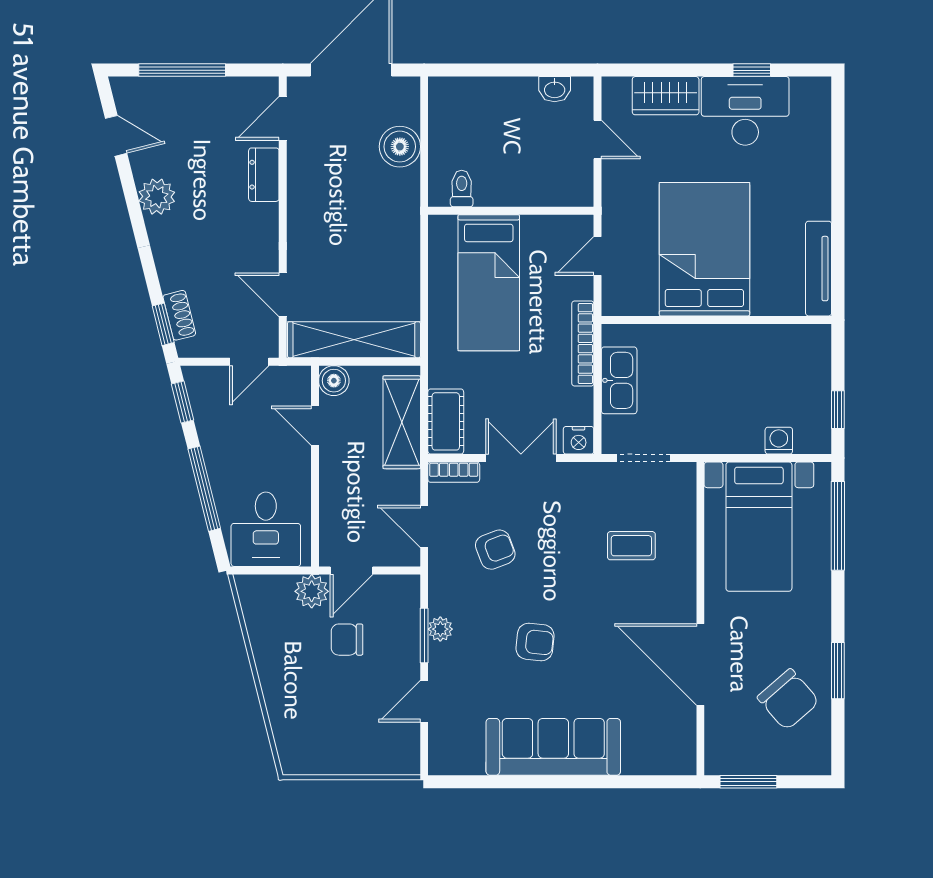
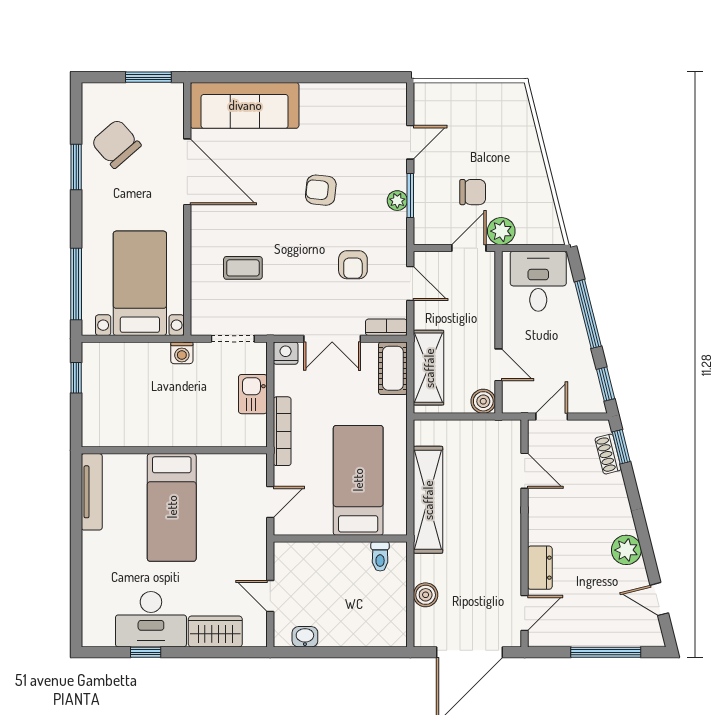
boiler: (400, 147) -> (426, 595), width x0.73, depth x0.73
bed: (704, 249) -> (172, 507), width x0.67
shelving: (354, 340) -> (428, 500), moved, turned 90
kitchen sink: (619, 380) -> (253, 394), width x0.73
washing machine: (779, 441) -> (182, 353), moved
armchair: (495, 550) -> (353, 265), turned -69
sofa: (553, 747) -> (245, 105), moved

